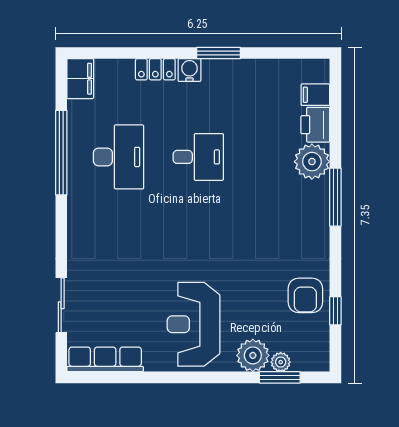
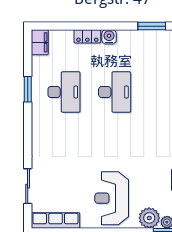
window: (219, 53) -> (152, 26), moved
window: (61, 153) -> (28, 89), width x0.47
desk: (198, 157) -> (115, 92), width x1.37

